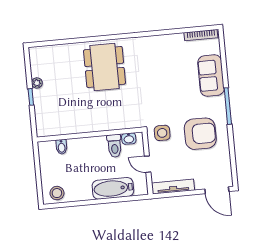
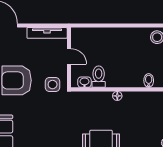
floor lamp: (93, 127) -> (117, 96), added
bathtub: (113, 188) -> (104, 37), removed

